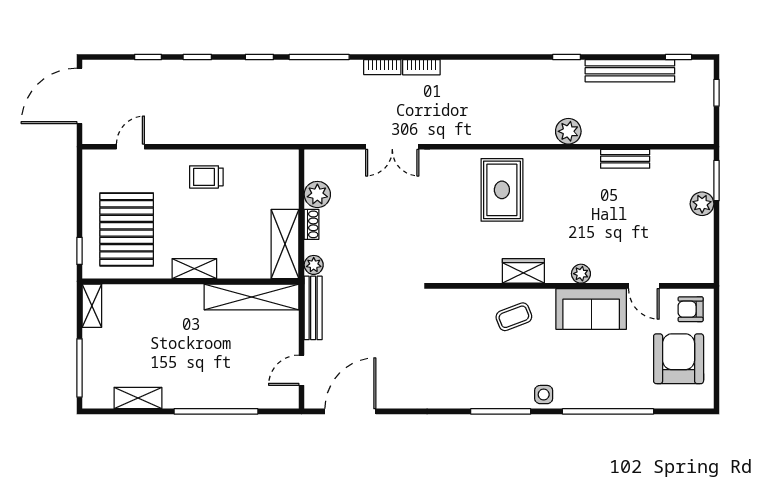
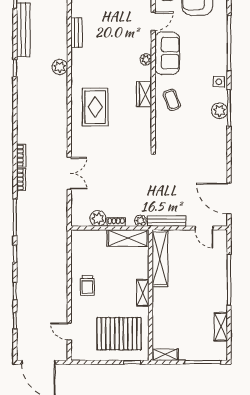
rug: (502, 190) -> (95, 107), turned 90
plant: (496, 396) -> (219, 111), added

